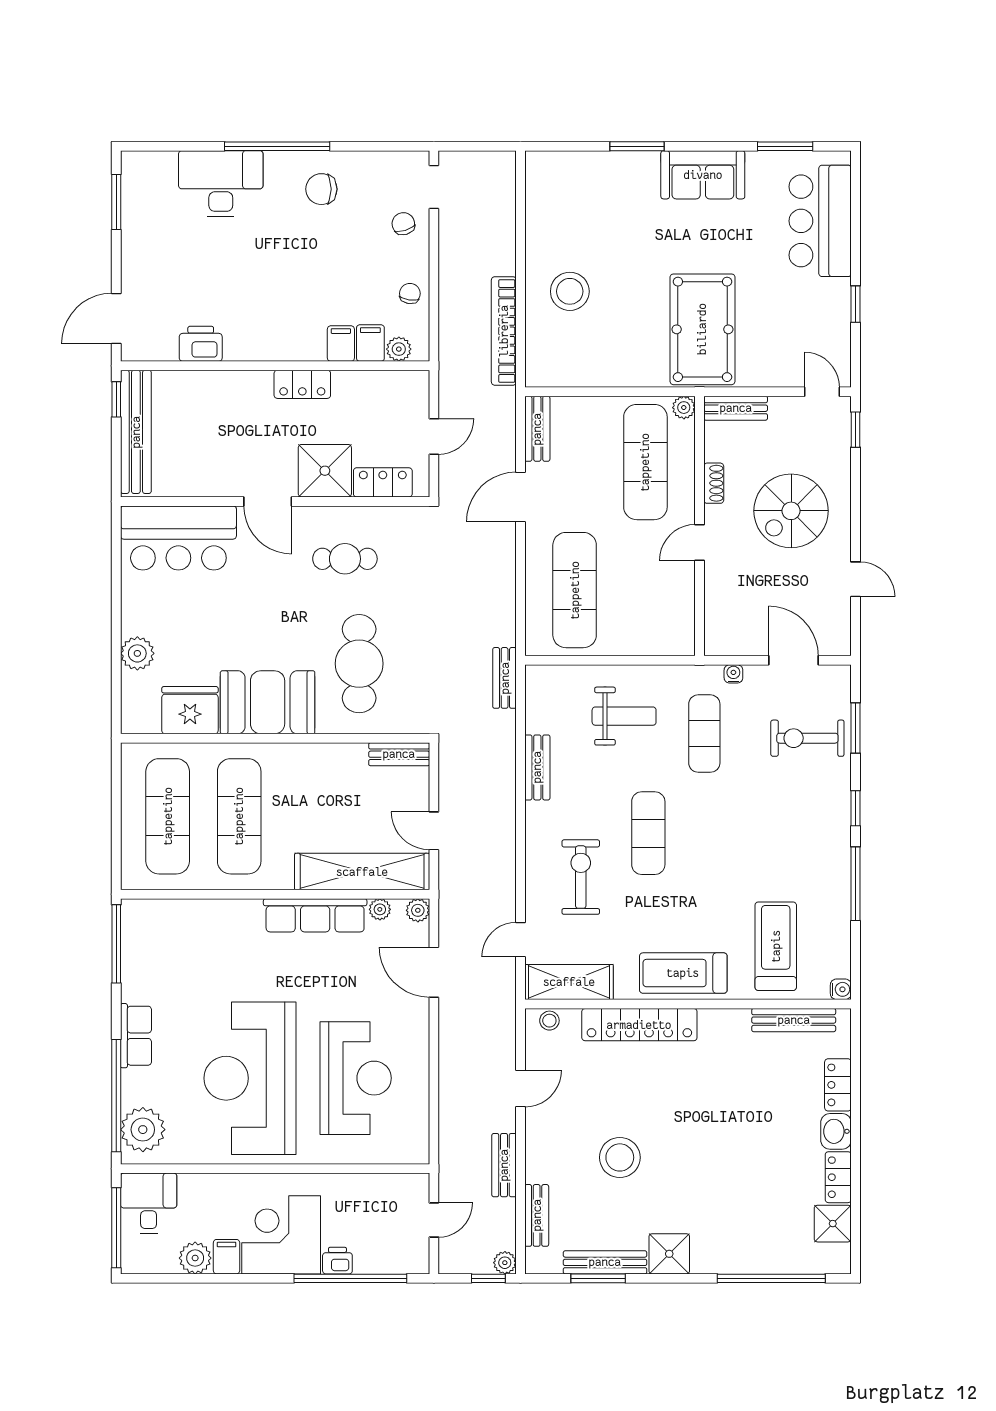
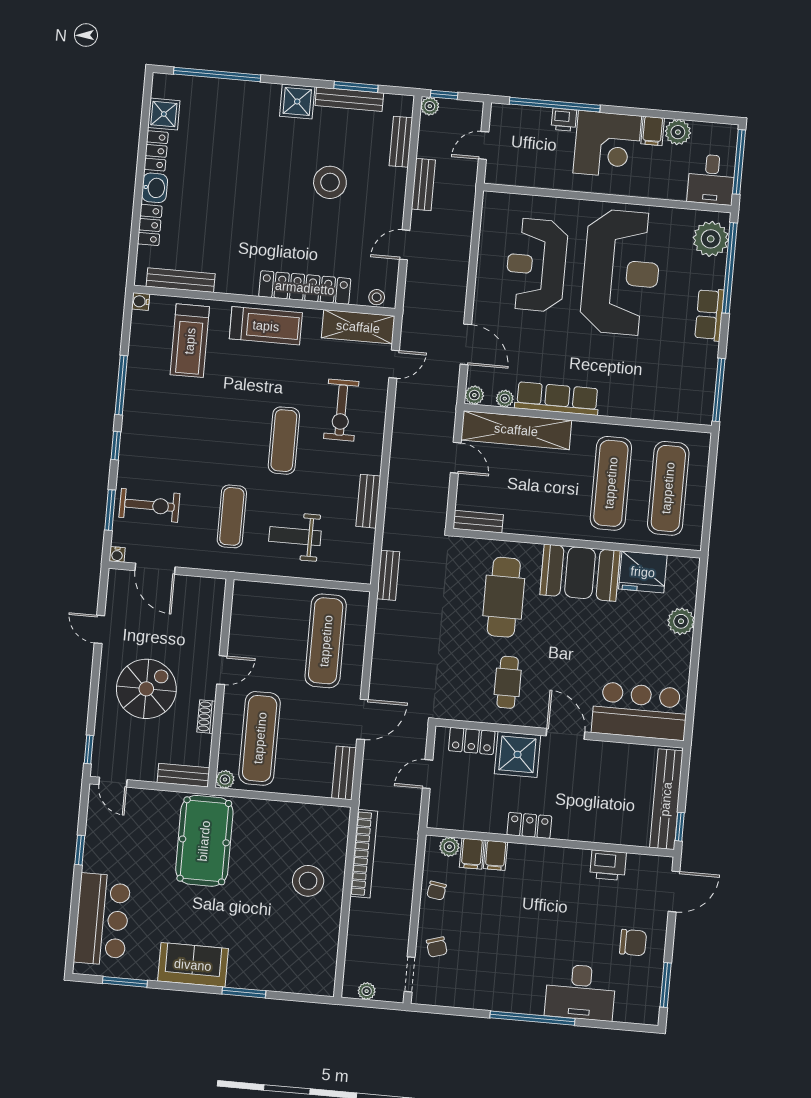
plant: (485, 161) -> (367, 991), added
chair: (321, 189) -> (633, 943), moved
cafe table: (345, 559) -> (508, 682), turned 90
water cooler: (733, 674) -> (117, 554), moved

